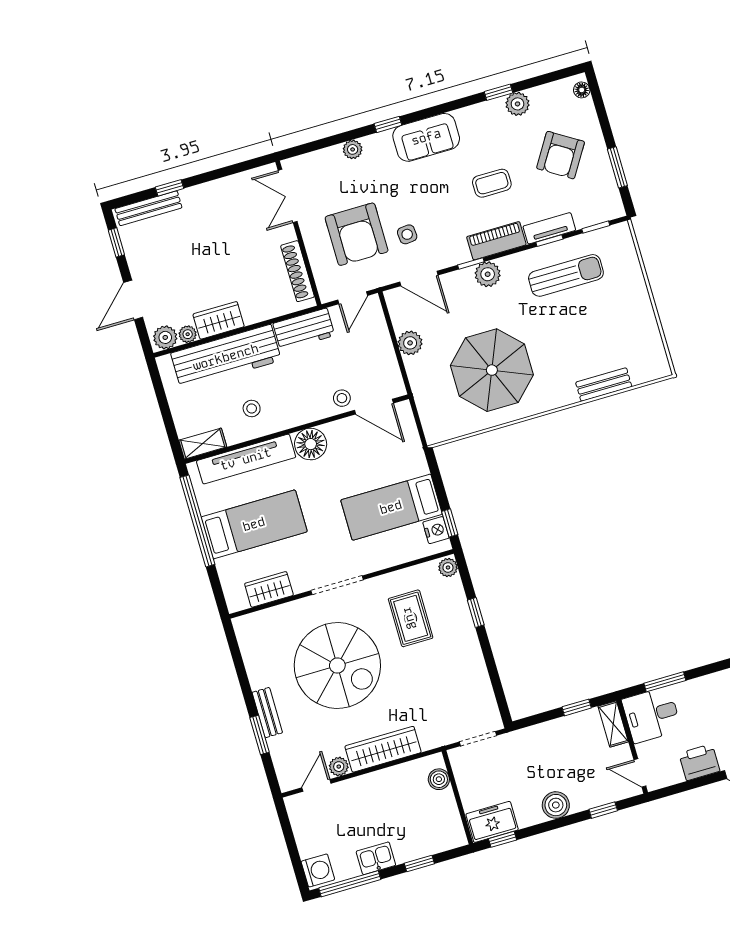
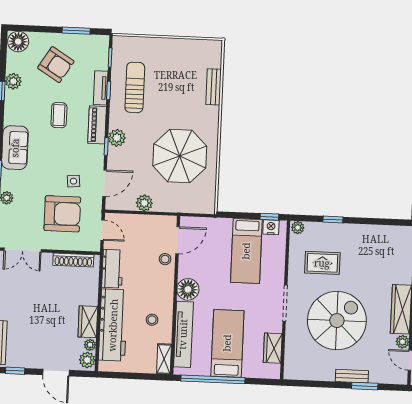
floor lamp: (582, 90) -> (18, 42), width x1.89, depth x1.89

